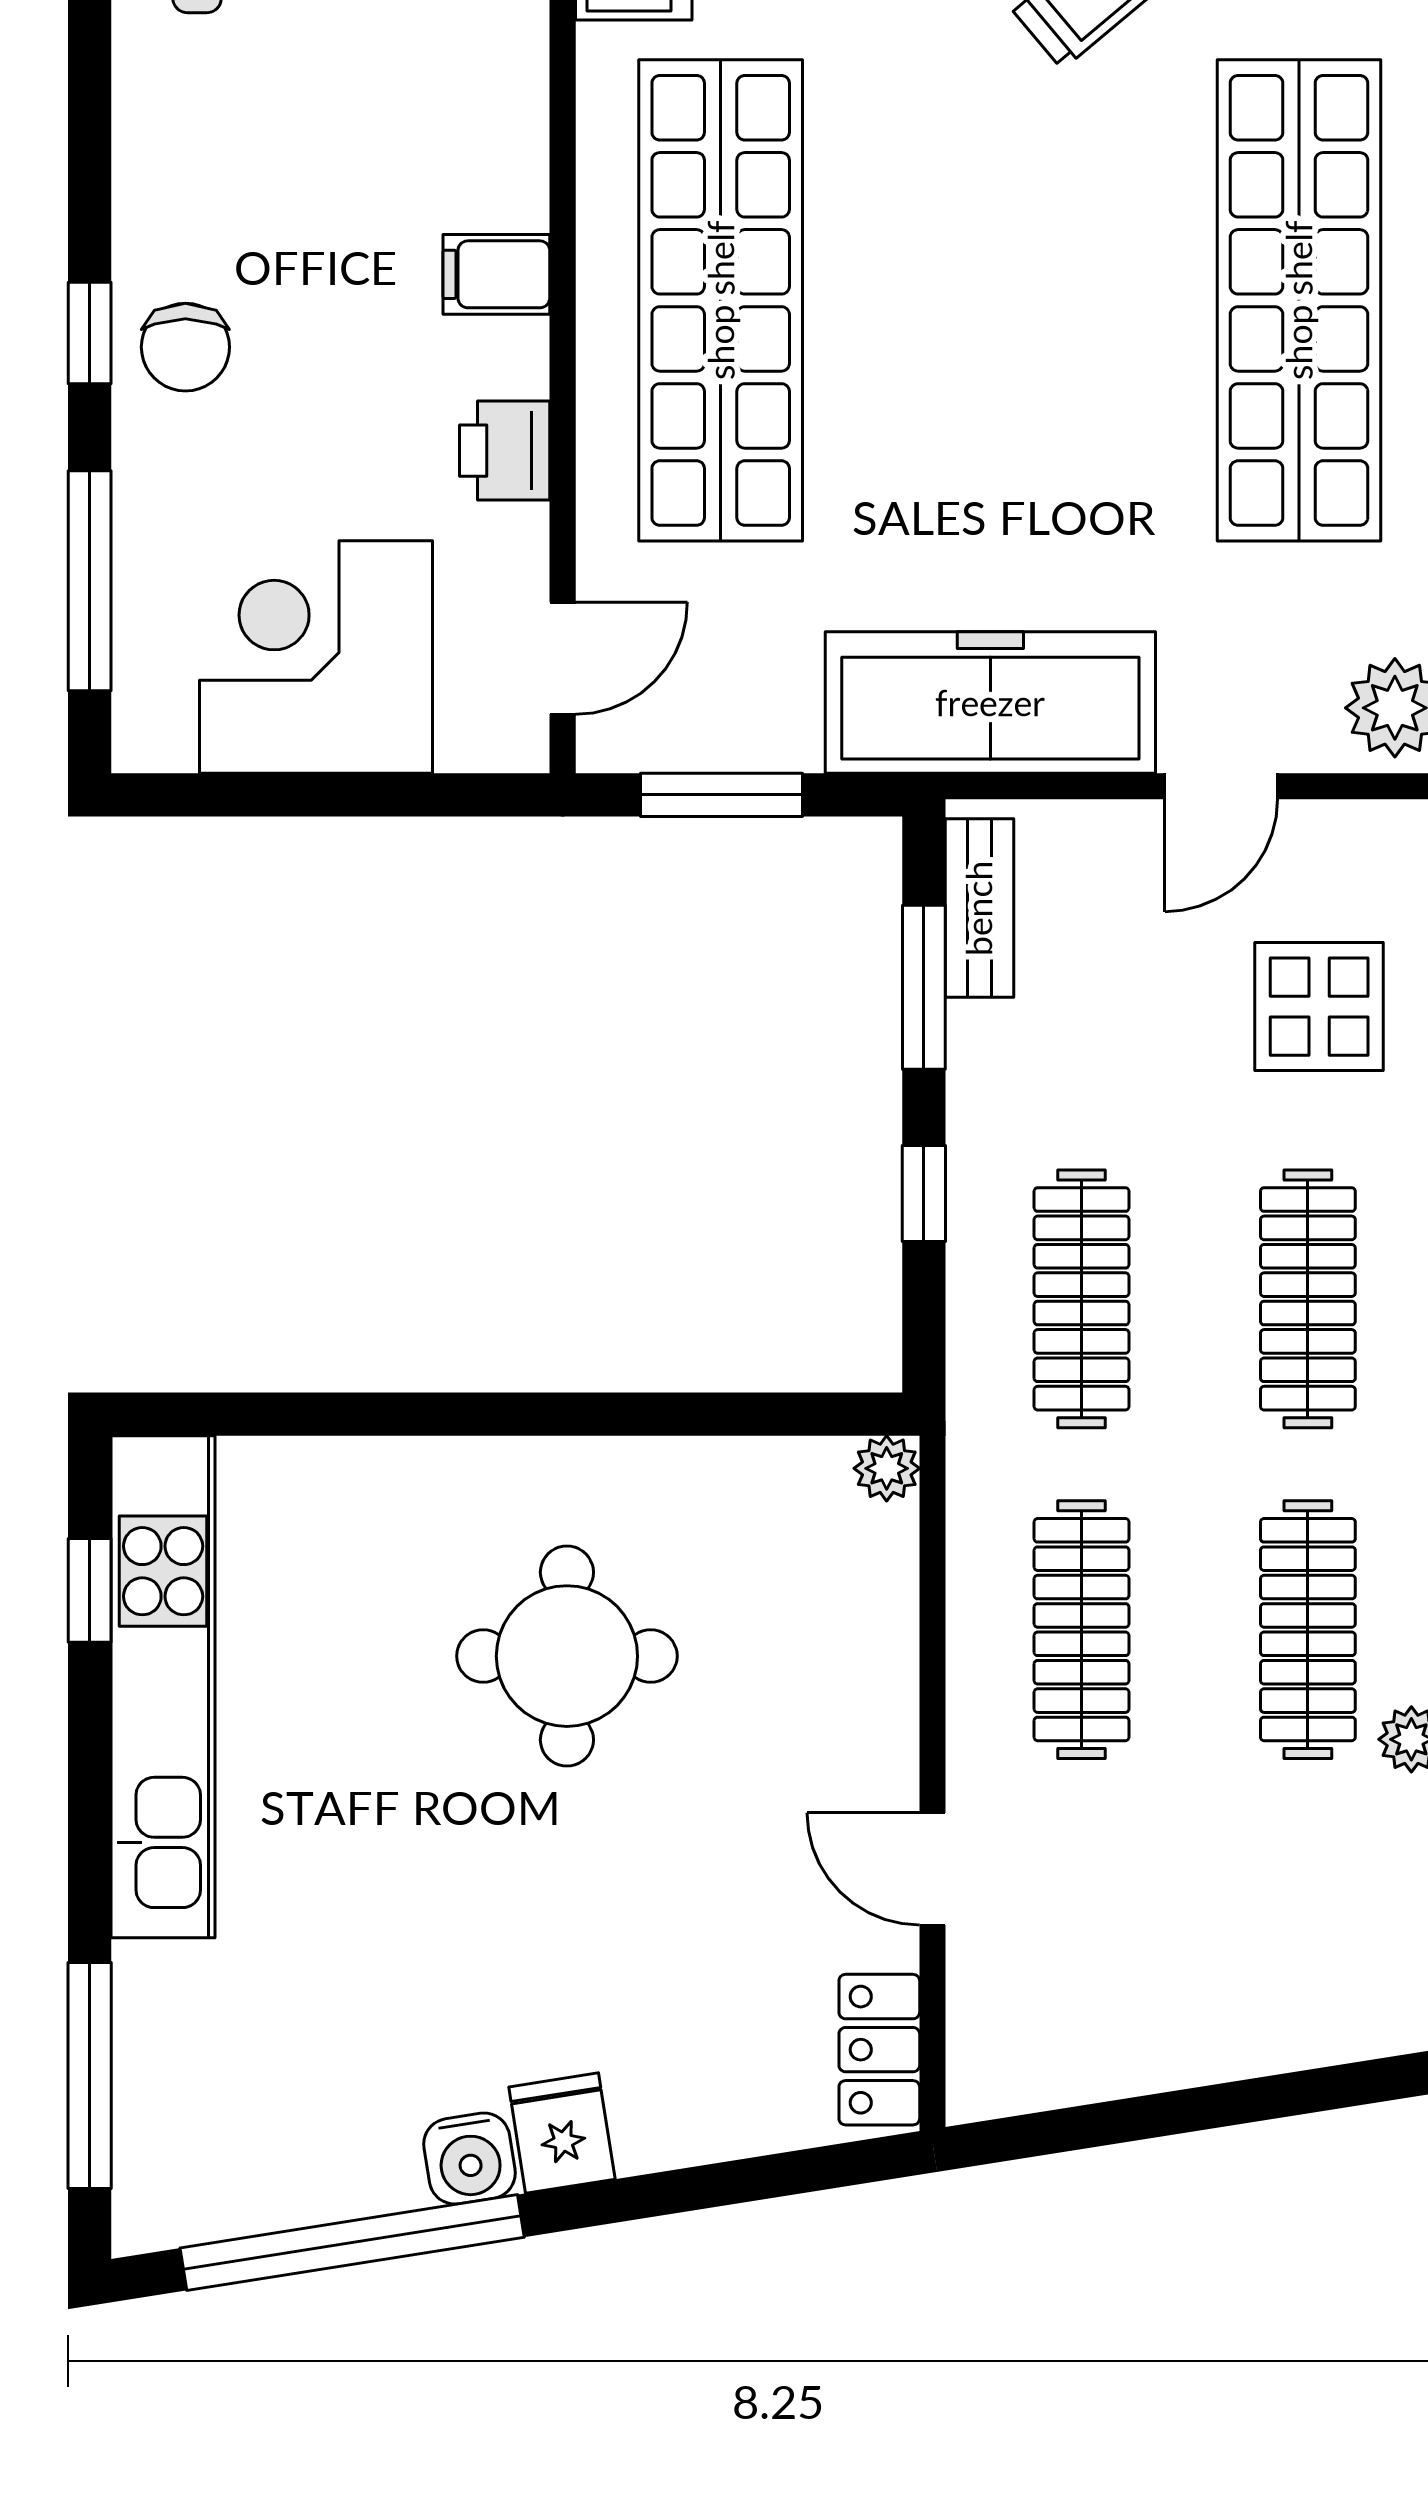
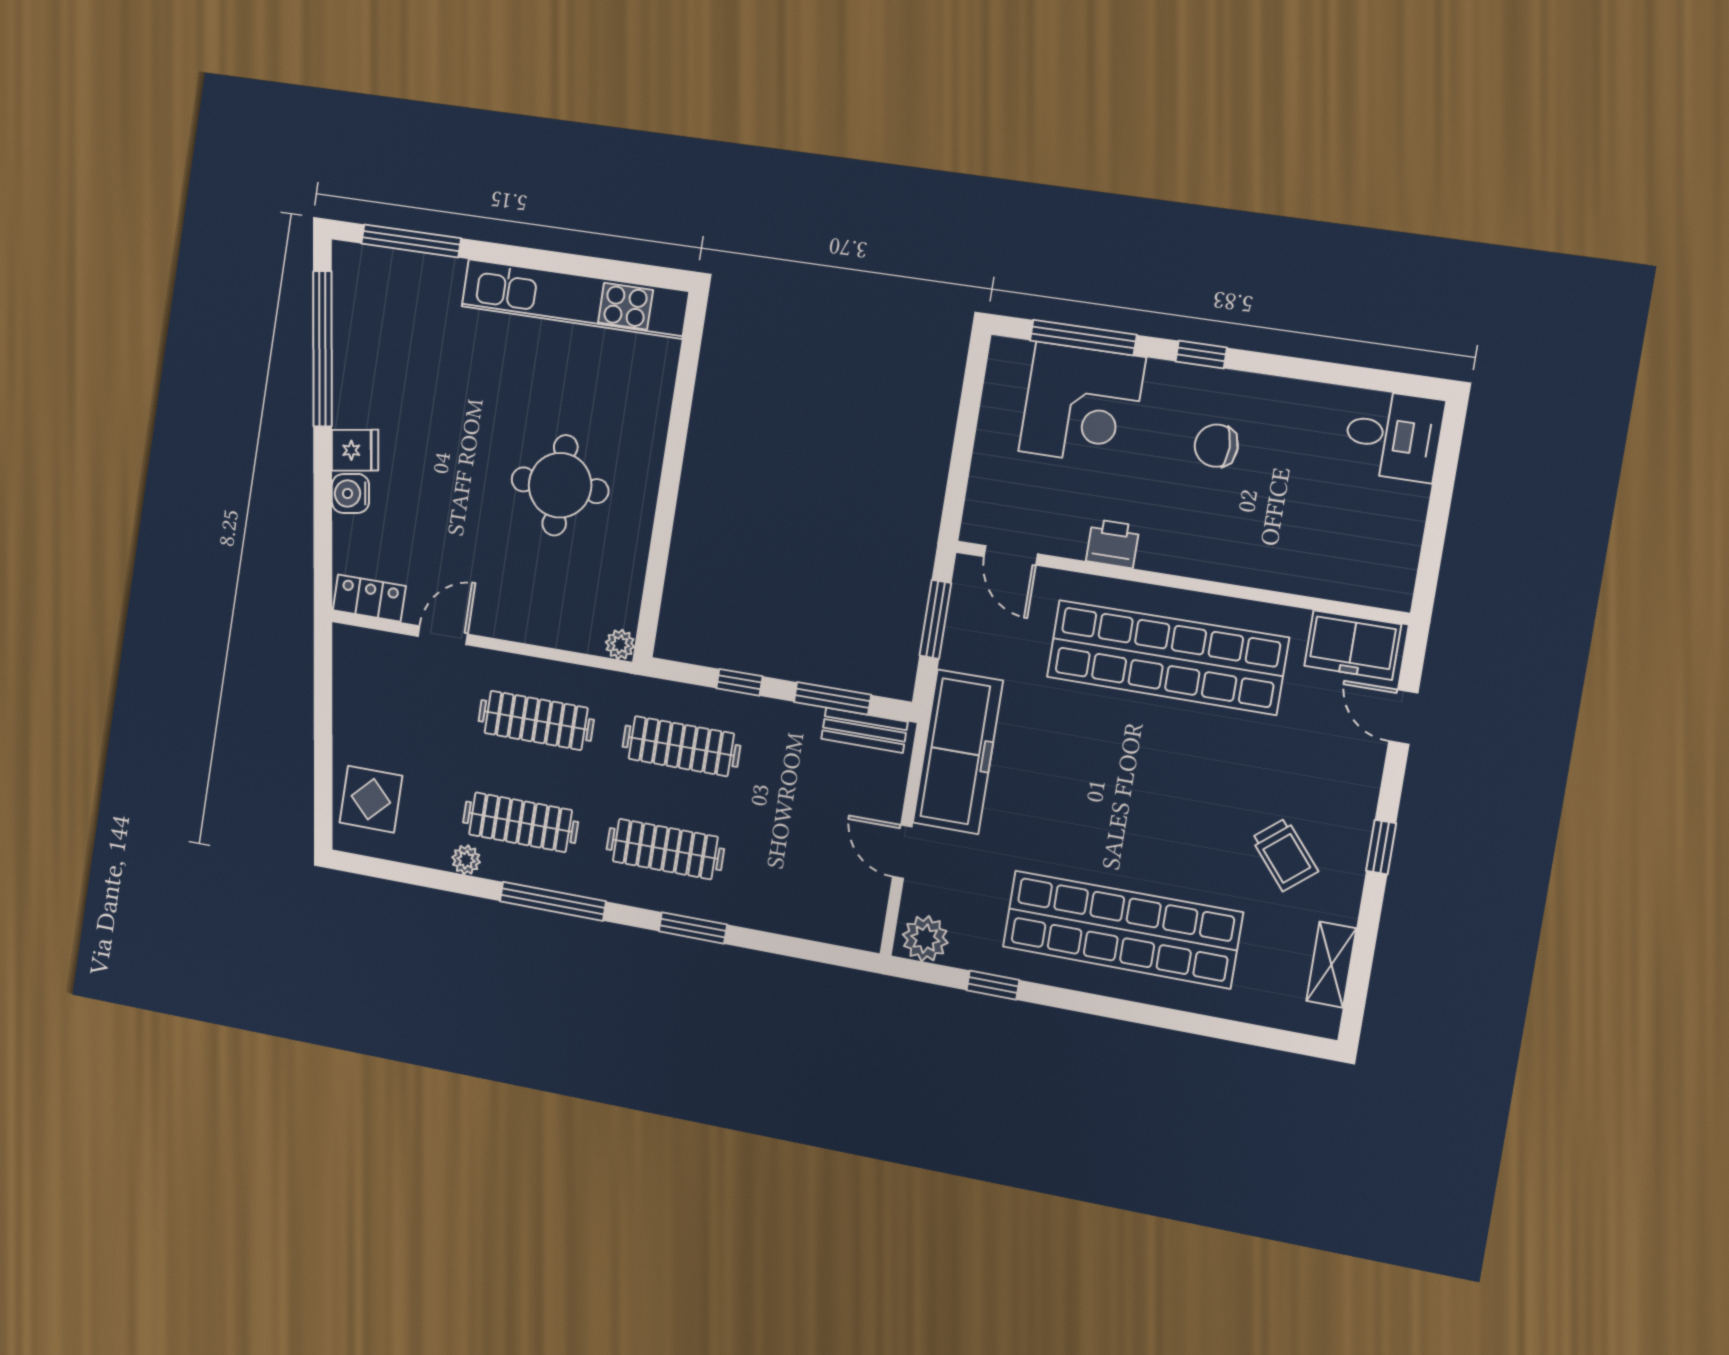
filing cabinet: (496, 274) -> (1197, 553), removed
chair: (185, 347) -> (1216, 446), moved
corner desk: (316, 657) -> (1082, 404), moved, turned 90
display table: (1319, 1007) -> (371, 799), moved
window: (90, 1590) -> (622, 271), removed
water cooler: (470, 2159) -> (350, 493), moved

